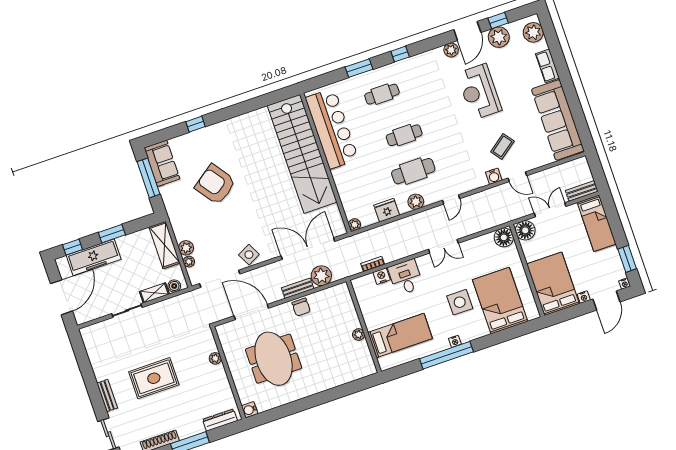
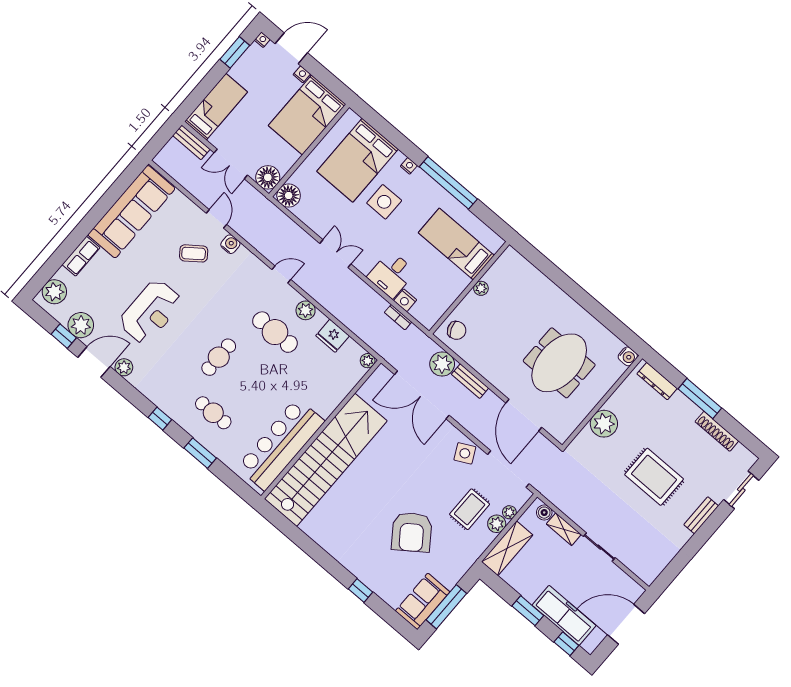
cafe table: (404, 135) -> (219, 357), moved, turned 90
rug: (208, 235) -> (470, 509), added
chair: (301, 307) -> (457, 330), moved, turned 69
nightstand: (455, 341) -> (409, 166), moved
plant: (215, 358) -> (604, 424), width x1.88, depth x1.88

